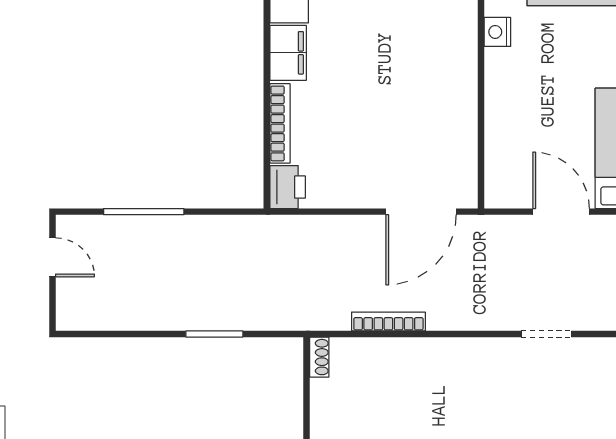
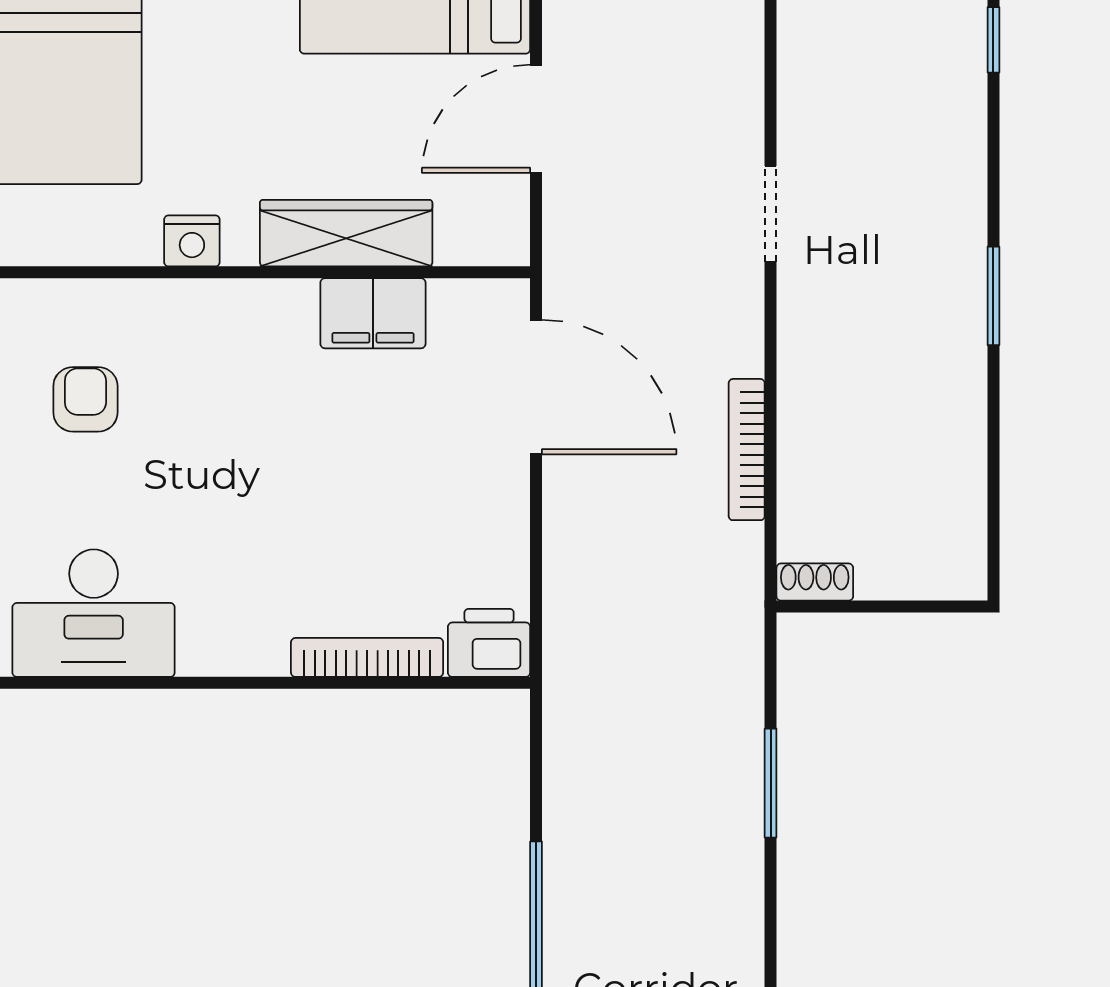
filing cabinet: (288, 53) -> (373, 313), moved, turned 180
wardrobe: (501, 112) -> (346, 233), added
doorway: (546, 334) -> (771, 214), moved

